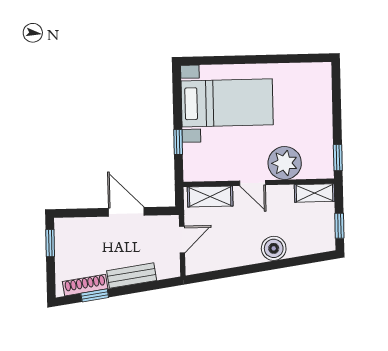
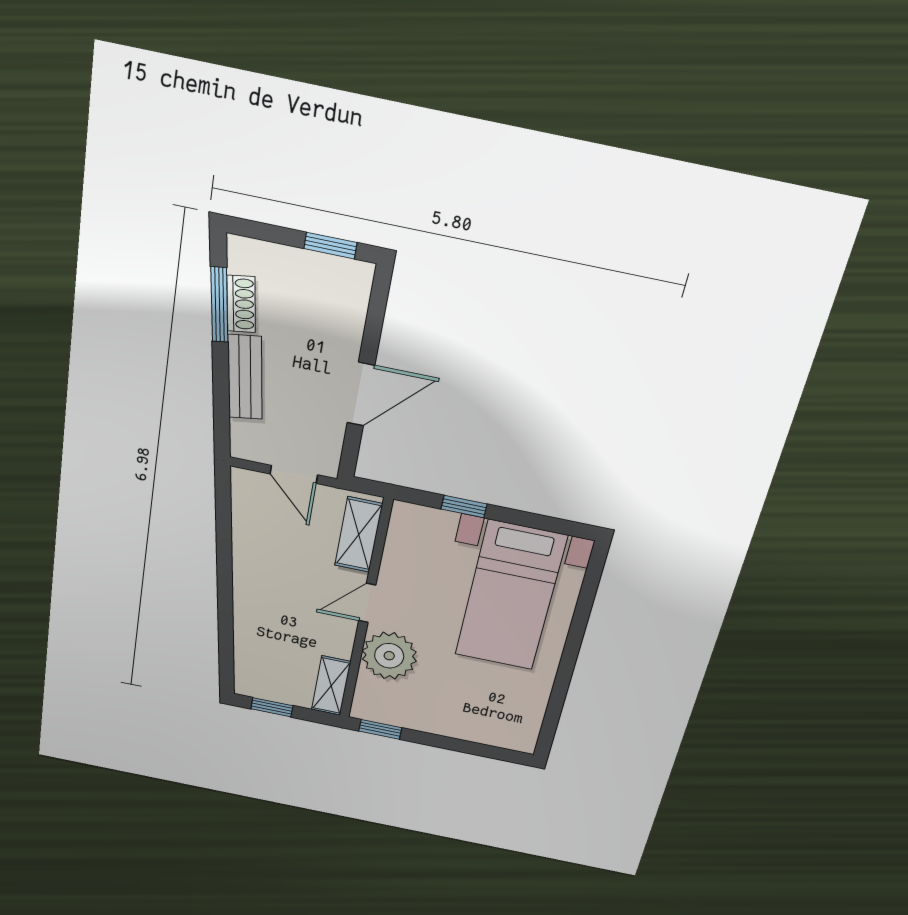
boiler: (274, 248) -> (253, 609), removed
shoe rack: (85, 285) -> (241, 304), width x0.70
window: (95, 295) -> (219, 305), width x1.50

